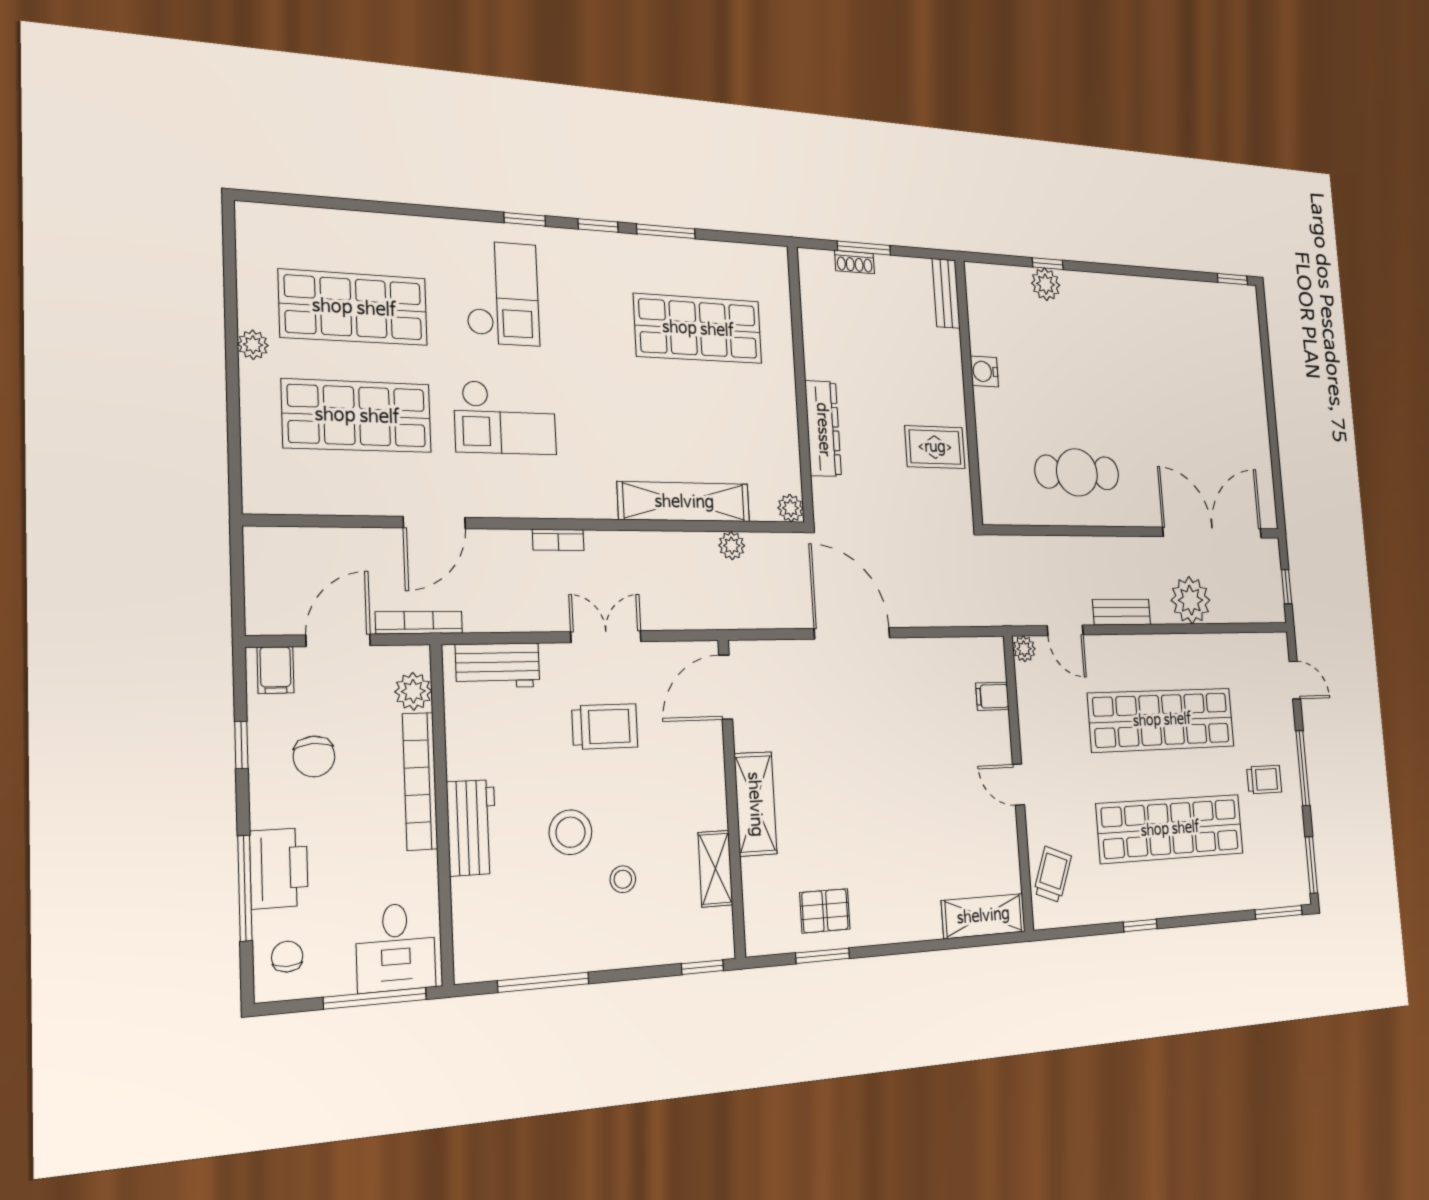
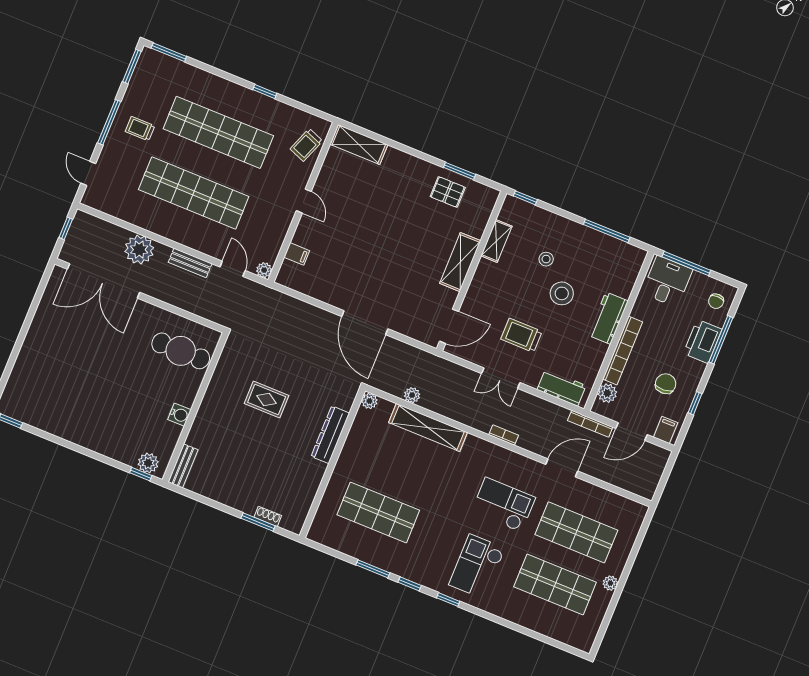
bench: (946, 293) -> (183, 466), moved
water cooler: (984, 371) -> (179, 415), moved
wall: (969, 392) -> (195, 407), moved

